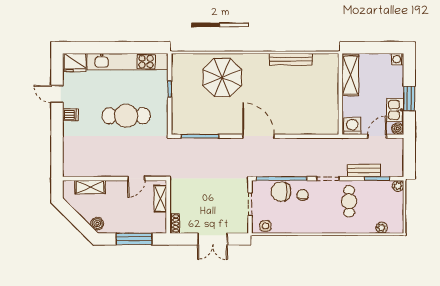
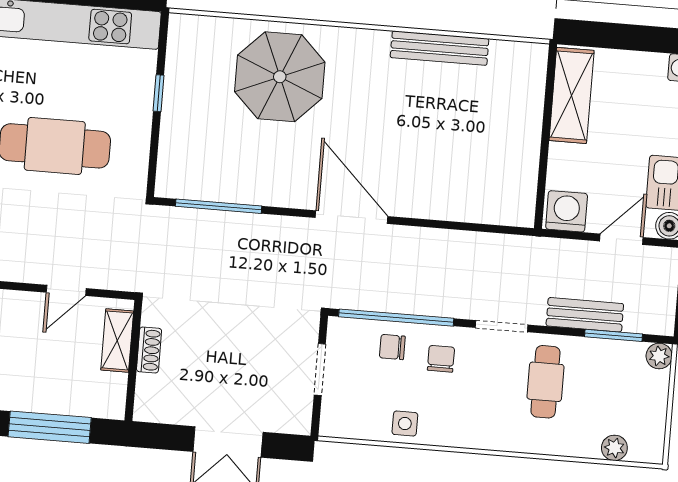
chair: (281, 192) -> (392, 347), width x0.54, depth x0.54
shoe rack: (175, 223) -> (149, 350), moved
side table: (265, 226) -> (405, 424), moved

